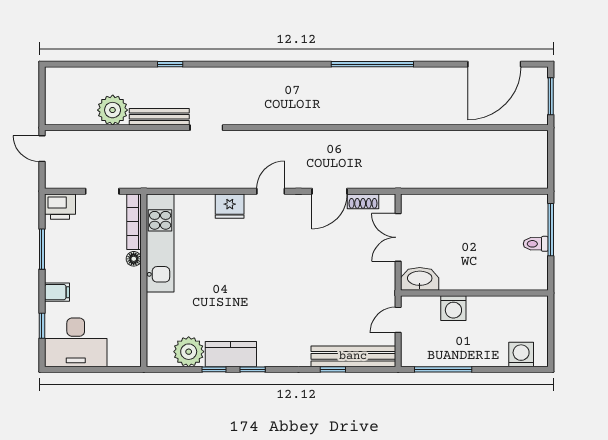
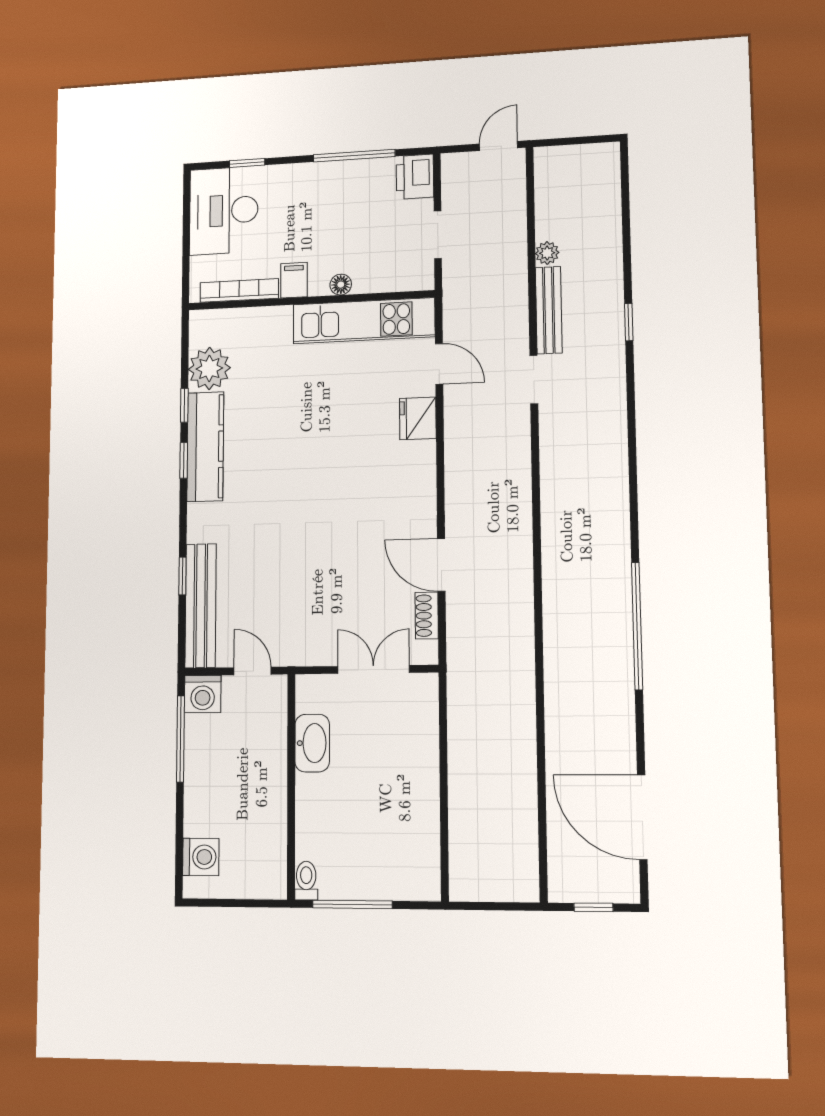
window: (551, 96) -> (593, 907), width x0.67
plant: (113, 110) -> (547, 253), width x0.53, depth x0.53
door: (271, 191) -> (439, 364), moved
bookcase: (134, 222) -> (239, 290), moved
window: (551, 230) -> (352, 904), moved
toilet: (536, 244) -> (306, 881), moved
window: (42, 249) -> (354, 156), width x1.44
washbasin: (420, 279) -> (312, 743), moved
filing cabinet: (57, 292) -> (294, 280), moved, turned 180
washing machine: (453, 308) -> (203, 694), moved, turned -90
kitchen counter: (231, 354) -> (205, 447), width x1.50

